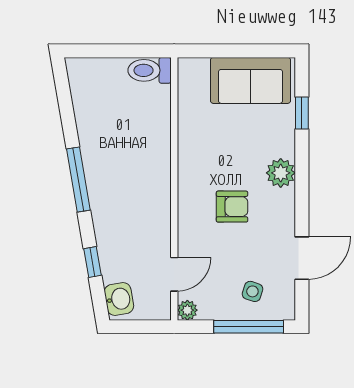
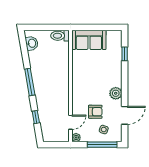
sofa: (250, 80) -> (89, 40), moved
plant: (281, 173) -> (116, 93), moved
armchair: (232, 207) -> (95, 112), moved
washbasin: (119, 299) -> (32, 43), moved

